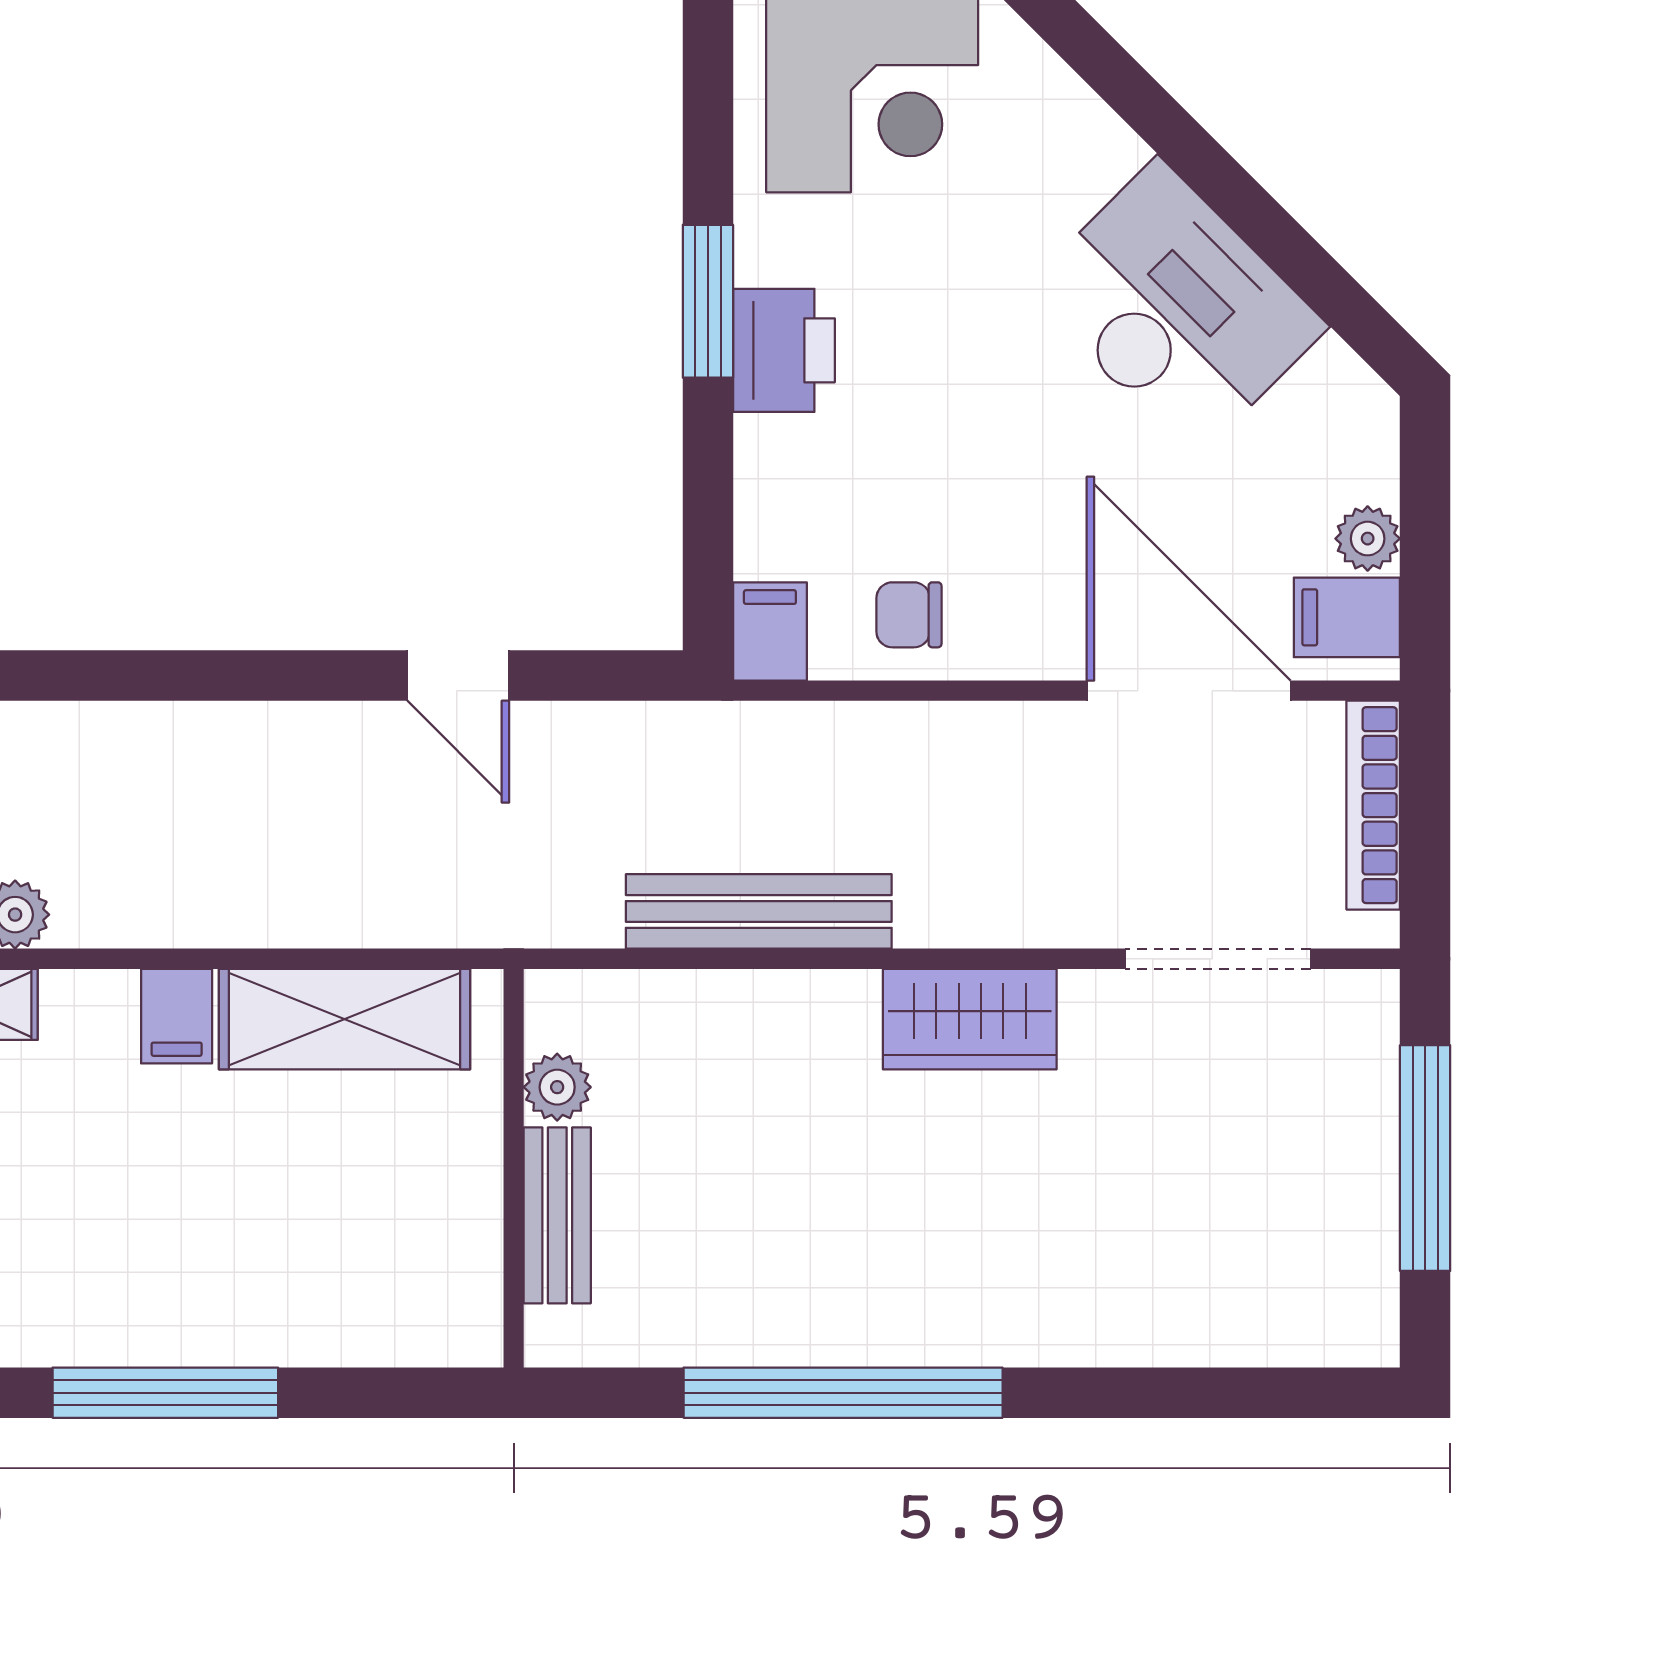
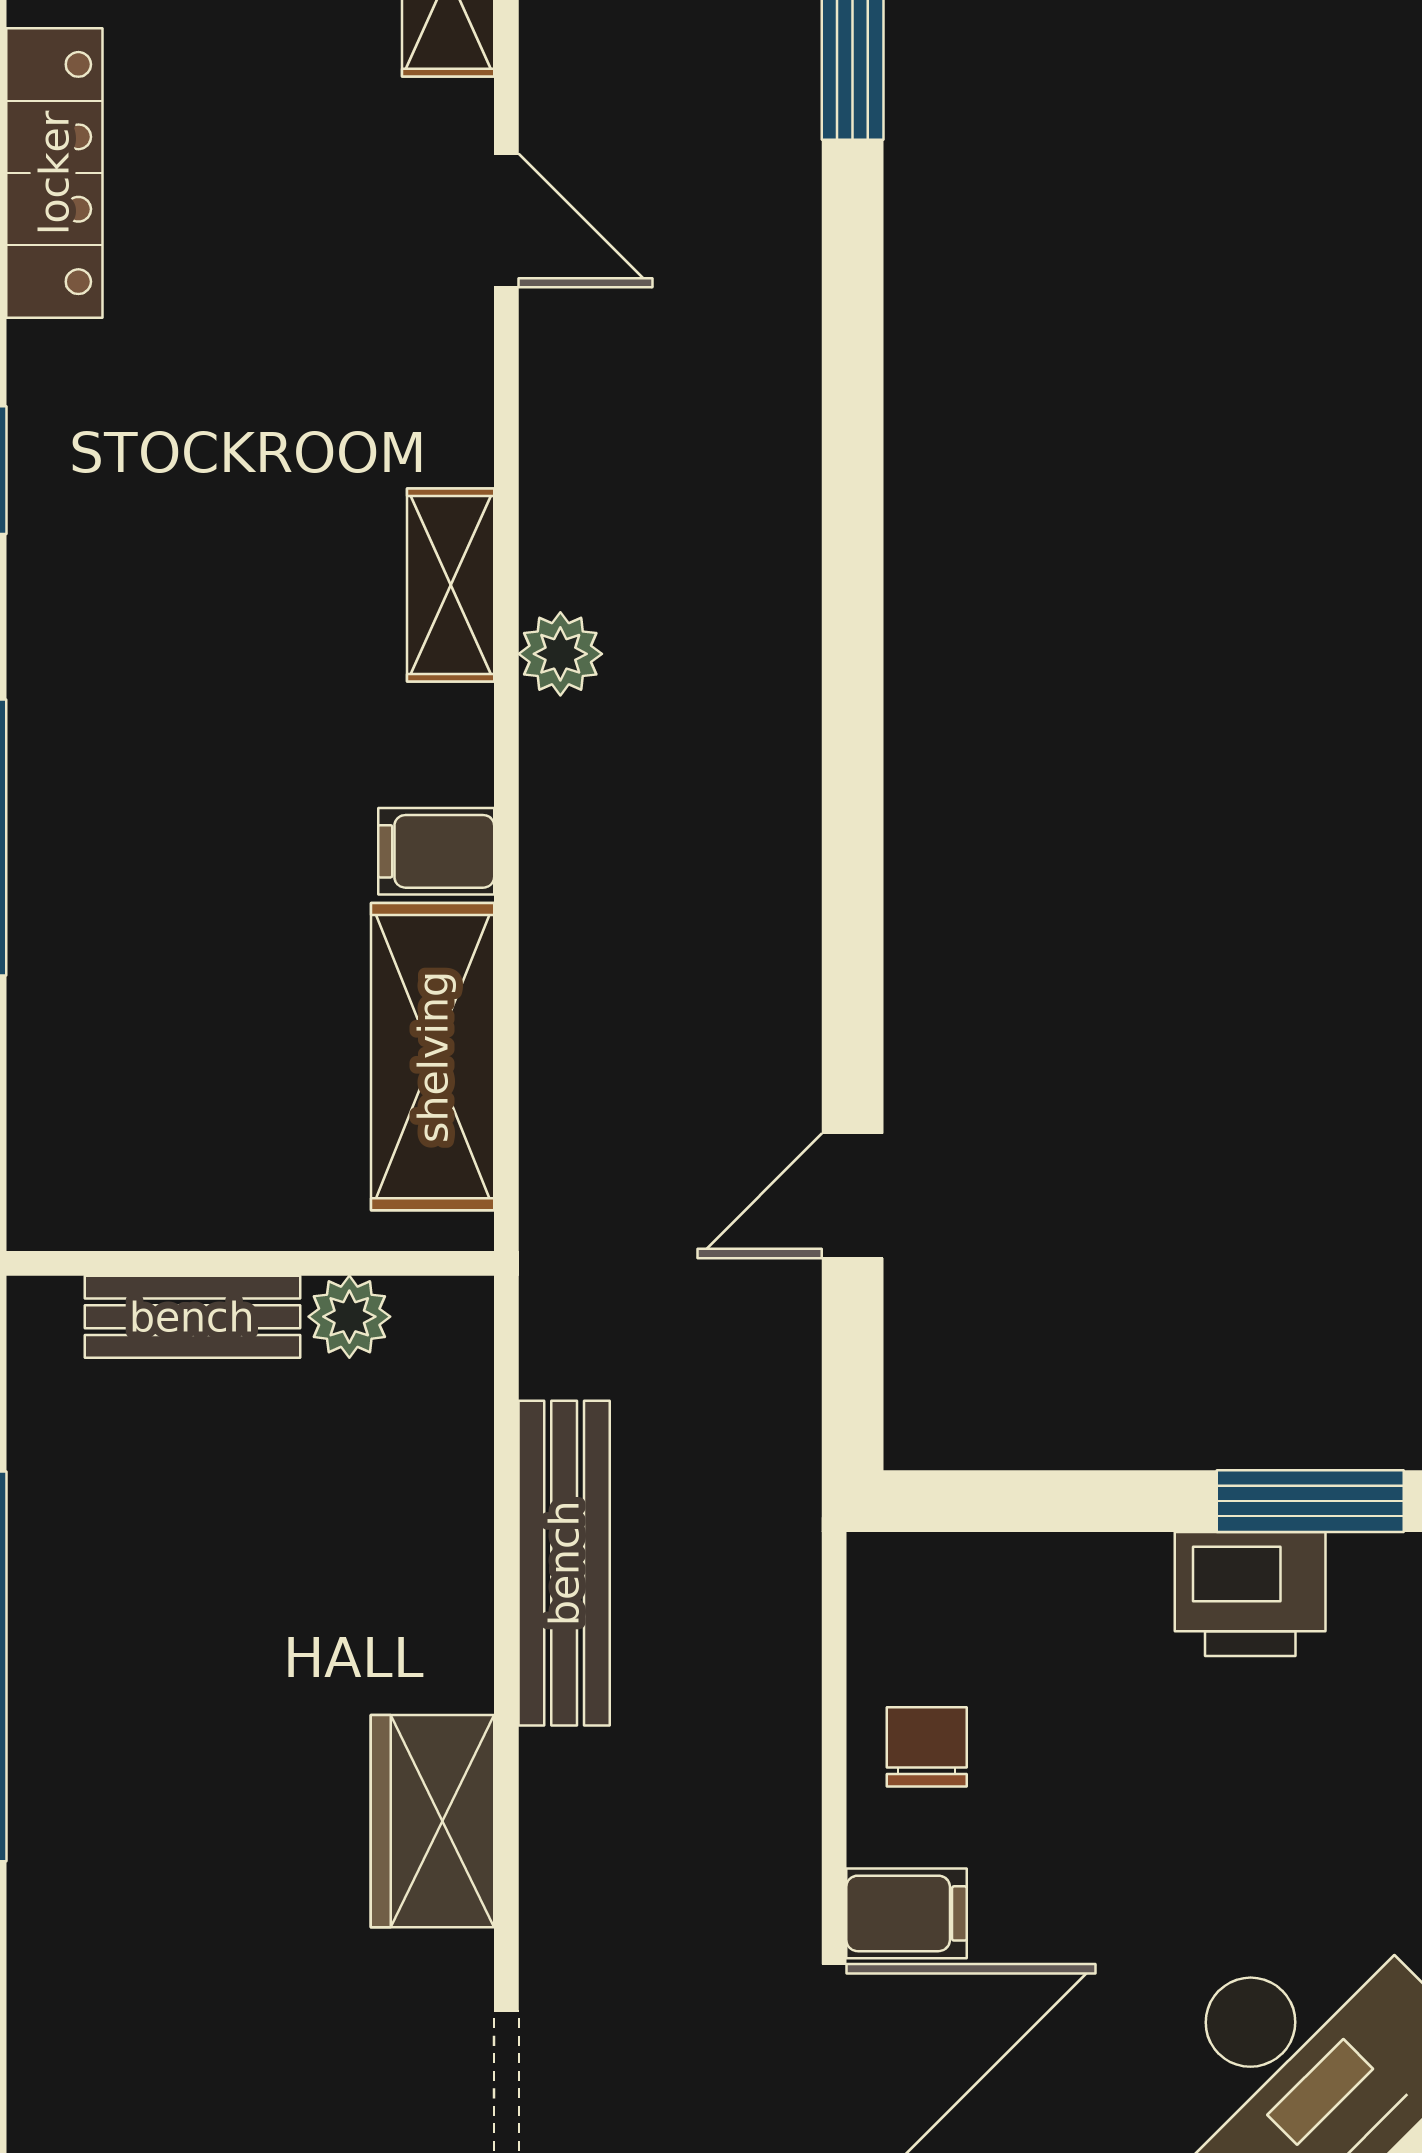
filing cabinet: (770, 631) -> (906, 1913), moved

